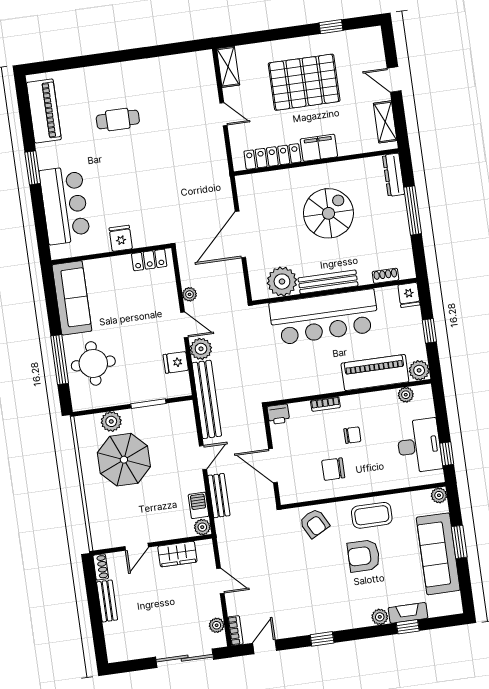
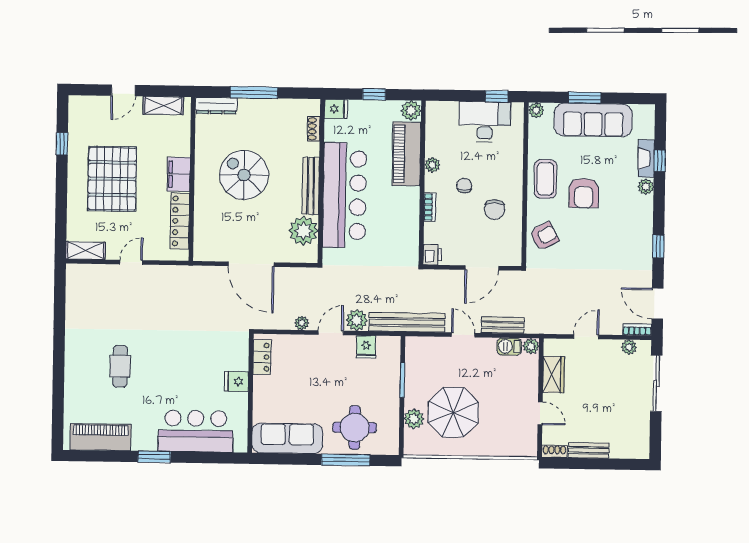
plant: (406, 395) -> (432, 165), moved
door: (265, 647) -> (658, 304), width x1.38

